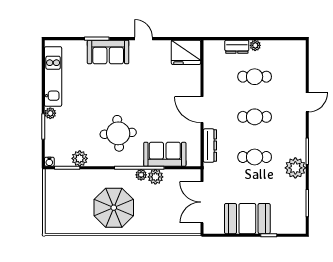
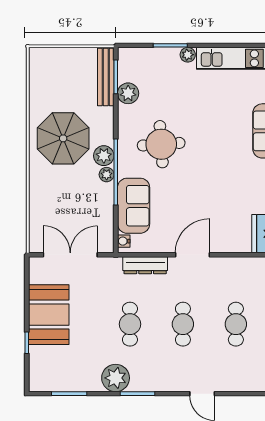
water cooler: (49, 162) -> (124, 241), moved
bench: (67, 175) -> (106, 77), added
plant: (155, 177) -> (104, 156), moved

